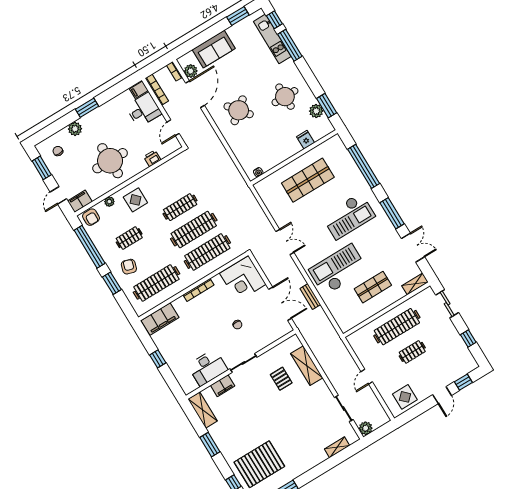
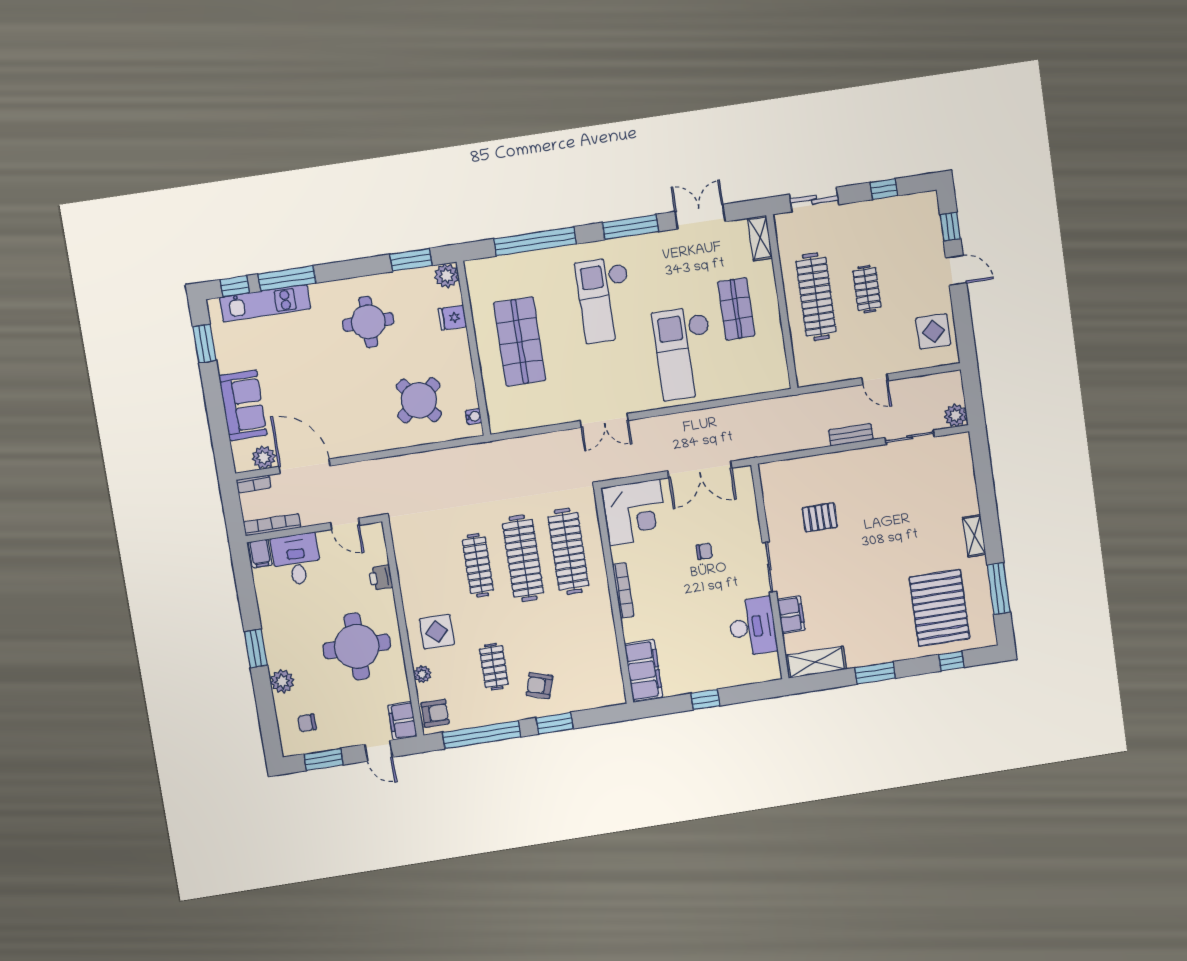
round table: (239, 110) -> (419, 400), moved
plant: (316, 111) -> (447, 276), moved
checkout: (348, 216) -> (605, 300), turned 180
double door: (285, 242) -> (604, 421), swing flipped
clothes rail: (156, 283) -> (584, 653), removed
bench: (310, 296) -> (851, 435), moved
double door: (280, 304) -> (700, 469), swing flipped
shelving: (307, 366) -> (816, 468), removed
shelving: (337, 447) -> (974, 536), moved

